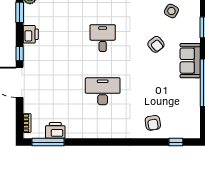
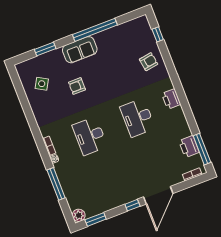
printer: (31, 34) -> (171, 99), moved, turned -90
desk: (103, 38) -> (90, 136), width x1.37
armchair: (156, 44) -> (77, 86), turned -141

